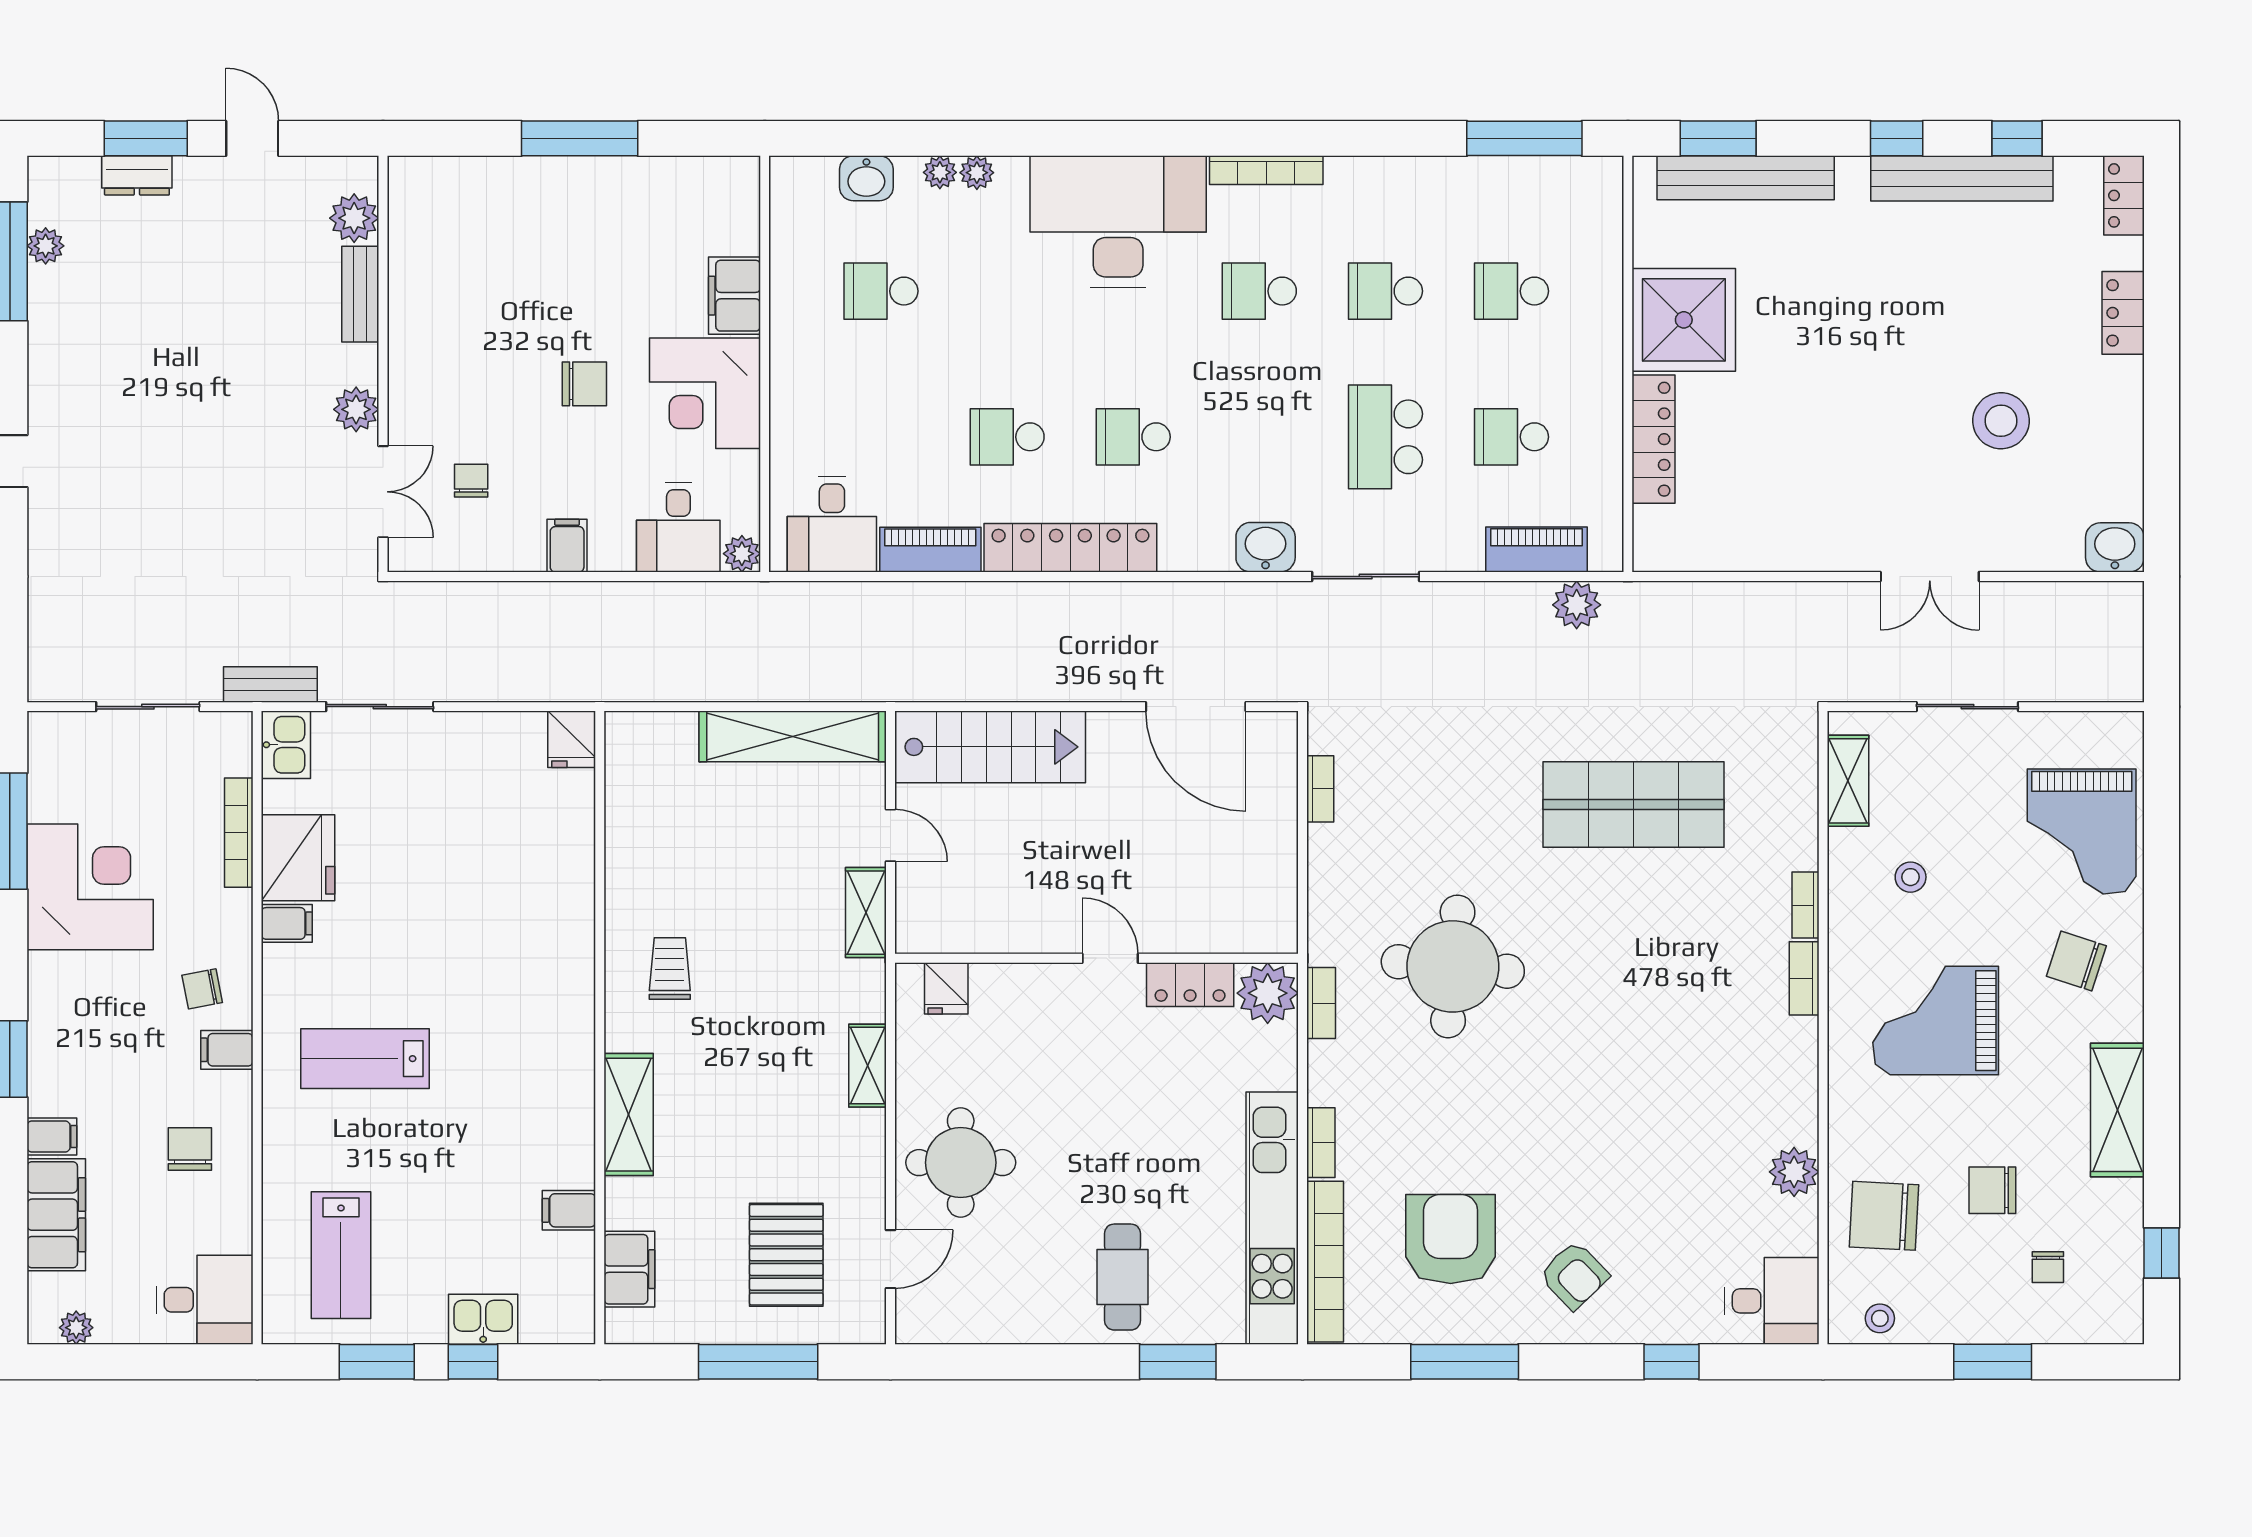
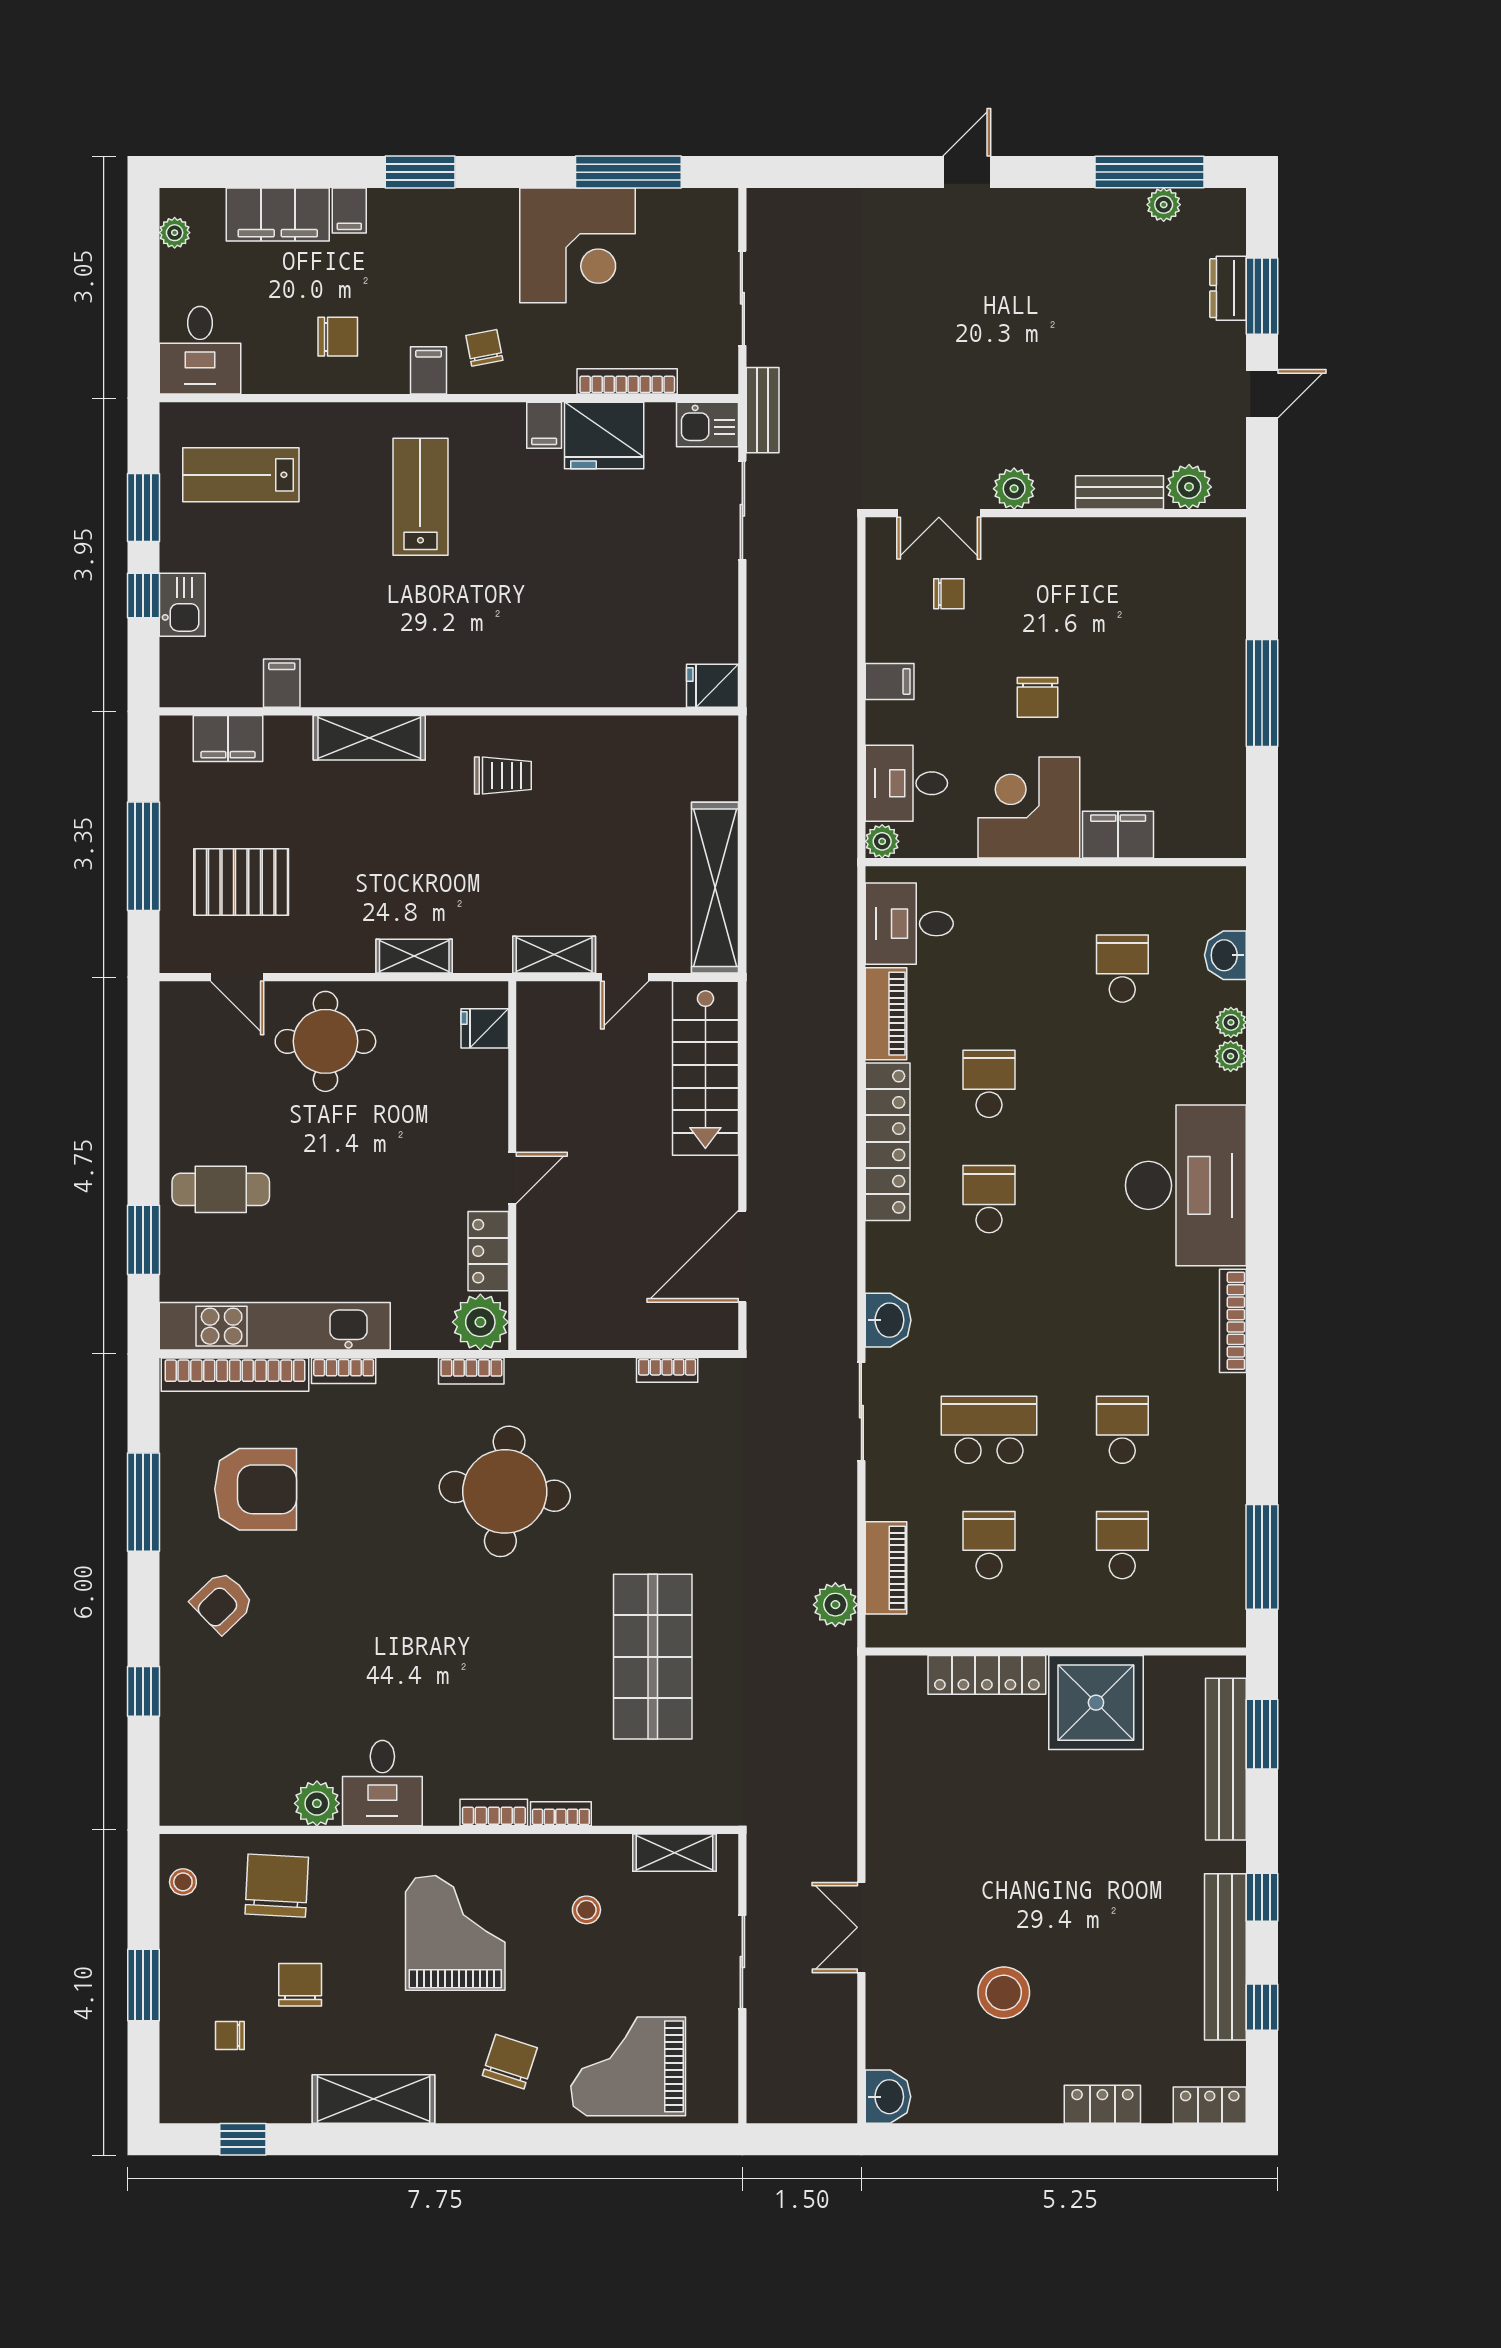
school desk: (1259, 291) -> (1122, 1314), removed
desk: (1772, 1301) -> (382, 1783), moved

